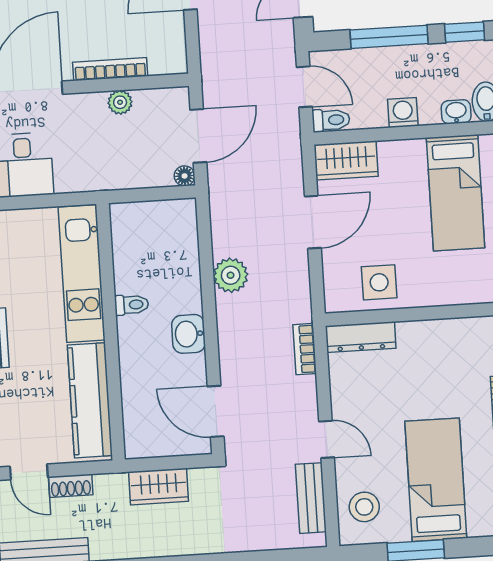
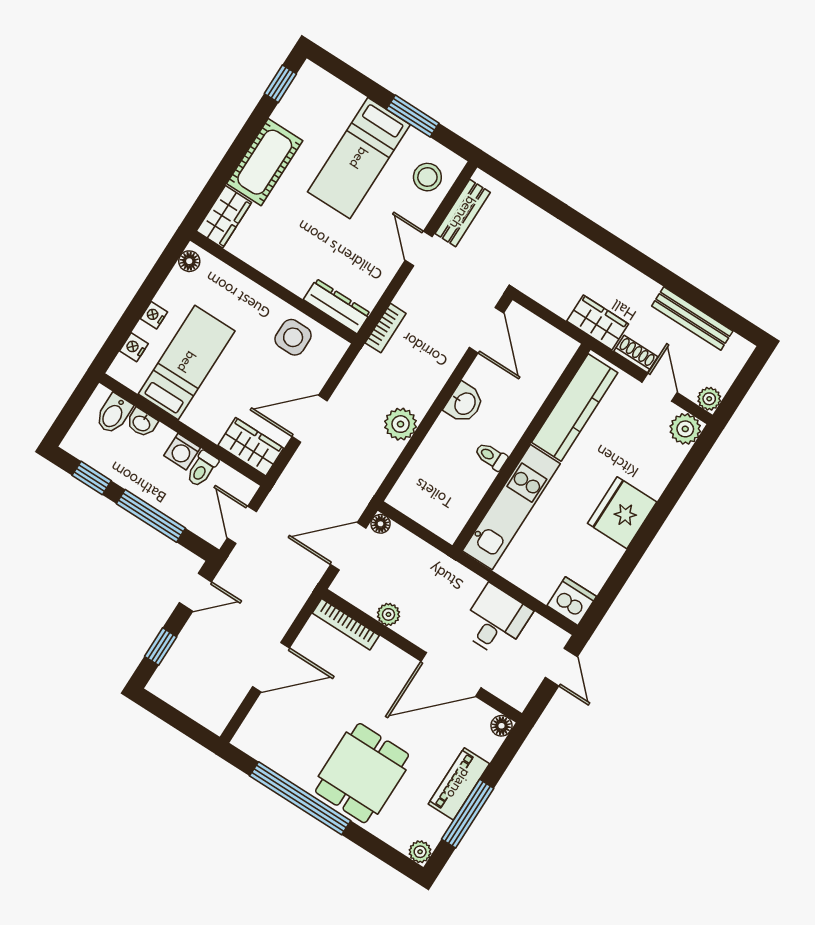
bookcase: (110, 69) -> (346, 624), moved
toilet: (331, 120) -> (202, 469), moved, turned -90
wardrobe: (159, 487) -> (598, 323), moved

